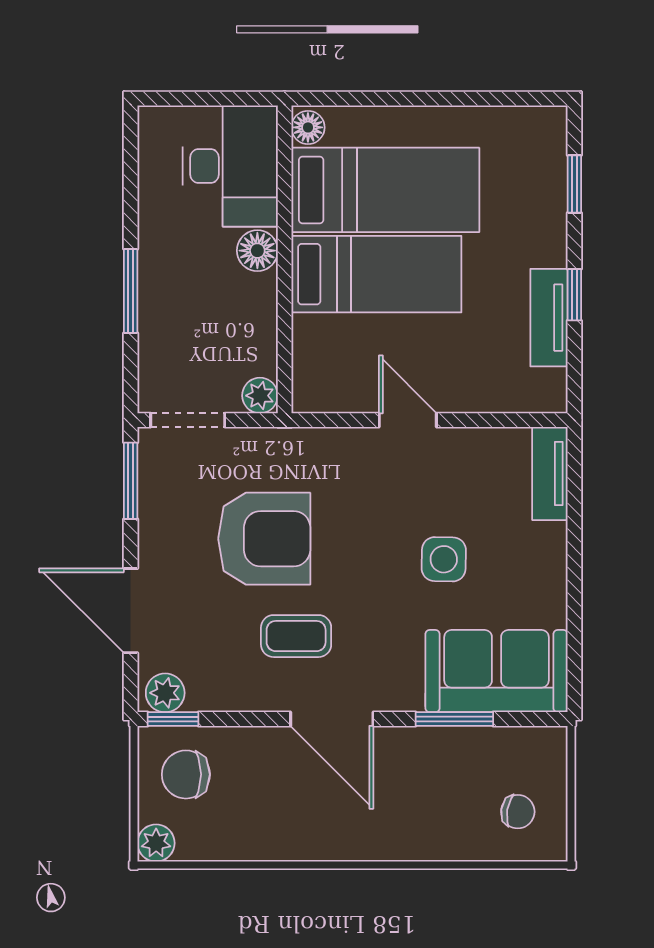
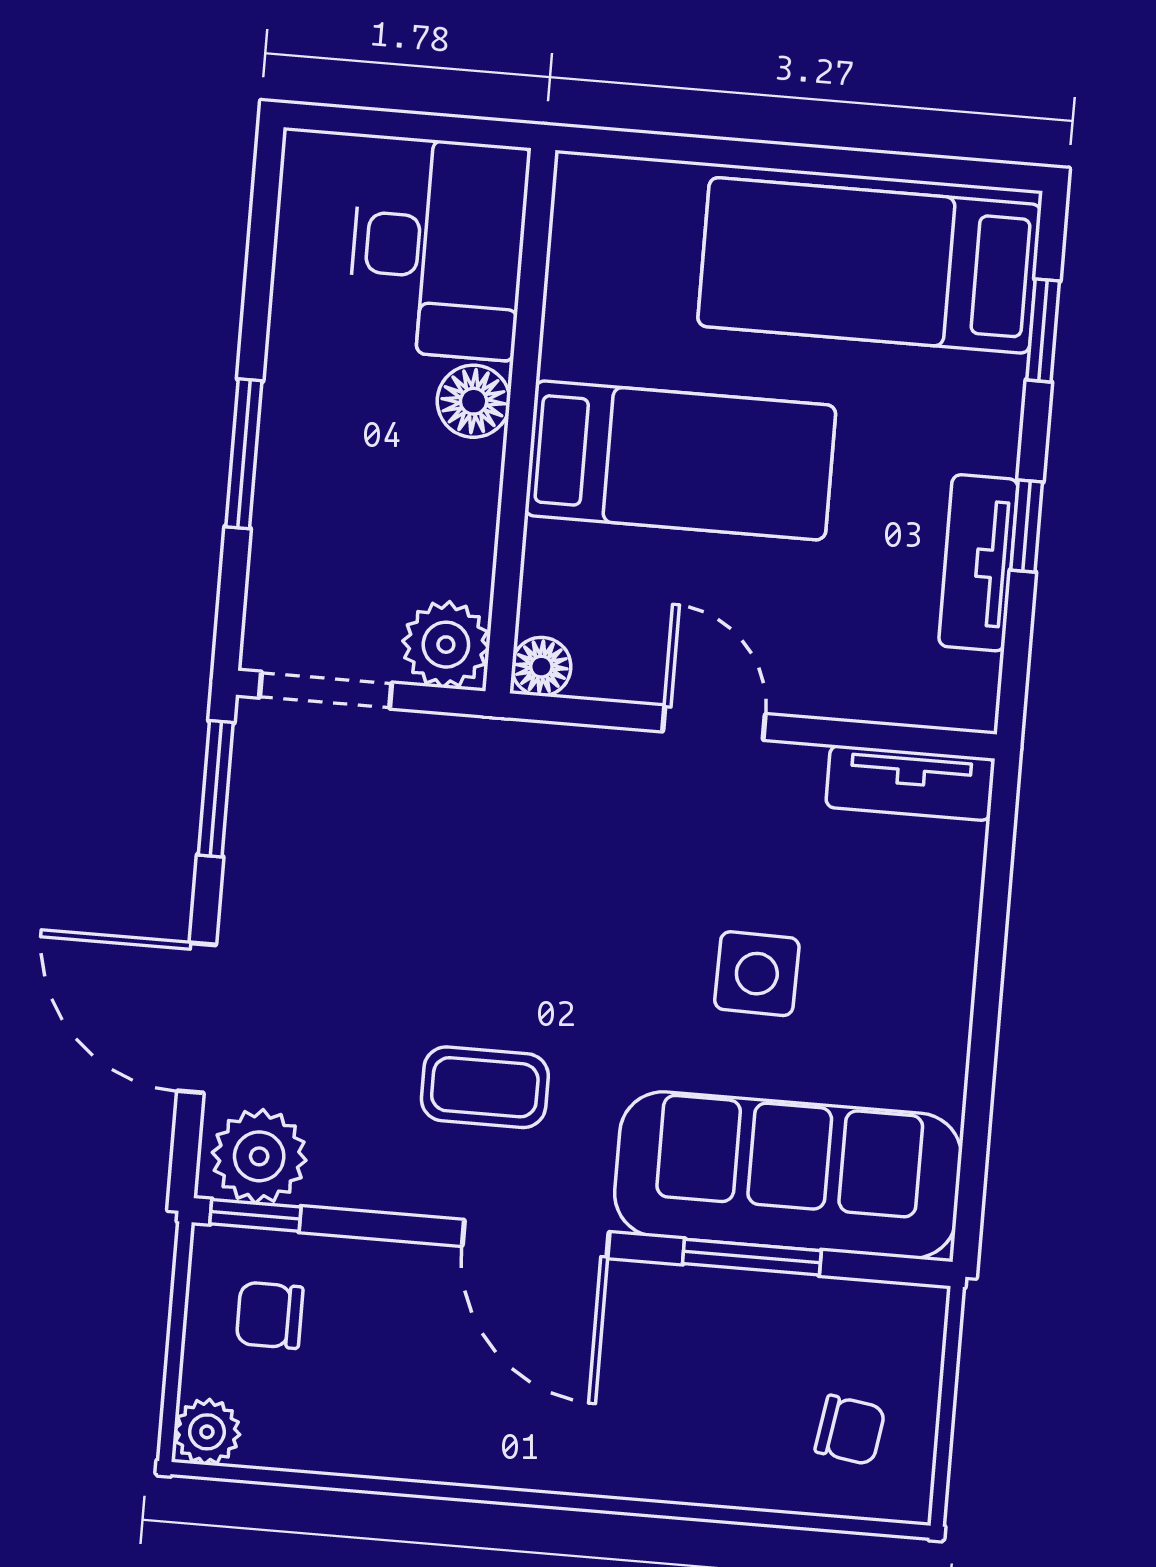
floor lamp: (308, 127) -> (541, 667), moved
bed: (385, 190) -> (869, 265), moved, turned 180
plant: (260, 396) -> (446, 645), width x1.38, depth x1.38
tv unit: (550, 473) -> (910, 783), moved, turned -90
armchair: (264, 539) -> (443, 911), removed
sofa: (496, 671) -> (788, 1175), width x1.36
plant: (165, 693) -> (259, 1156), width x1.38, depth x1.38
chair: (186, 774) -> (270, 1315), width x0.73, depth x0.73

